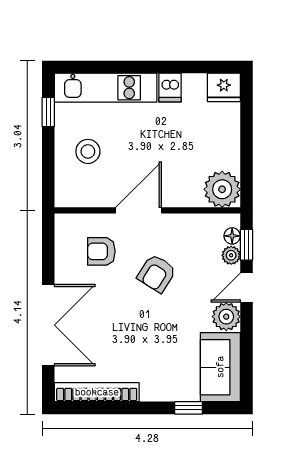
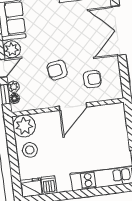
dishwasher: (170, 88) -> (49, 185), moved
stool: (88, 151) -> (30, 150), moved
armchair: (157, 273) -> (57, 70), turned -131

